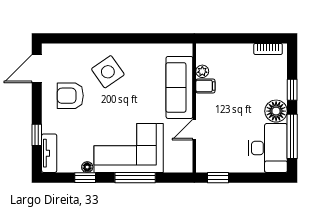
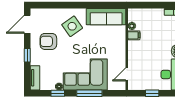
sofa: (179, 87) -> (106, 17), moved, turned -90
door: (194, 130) -> (127, 74), moved
window: (37, 135) -> (27, 55), moved
window: (218, 178) -> (152, 93), moved

